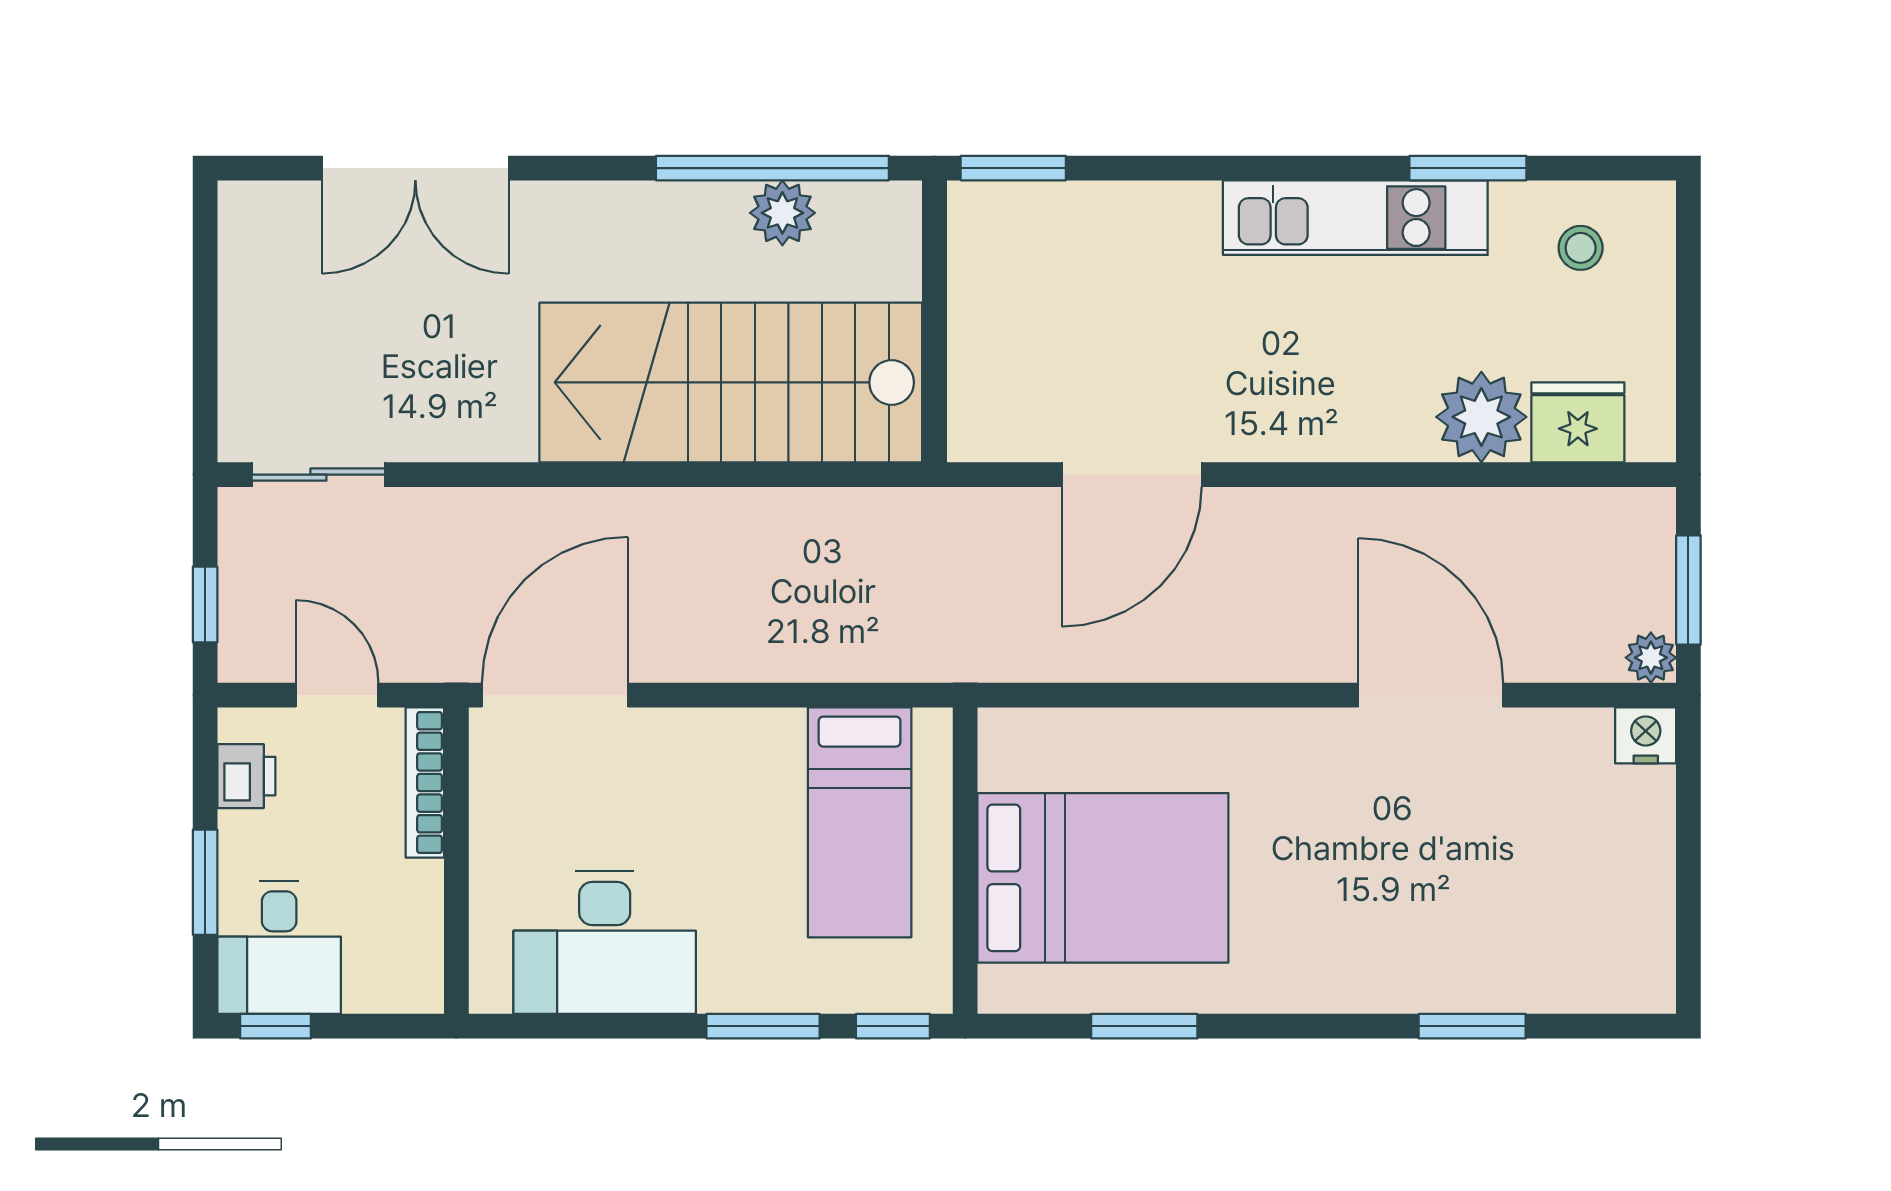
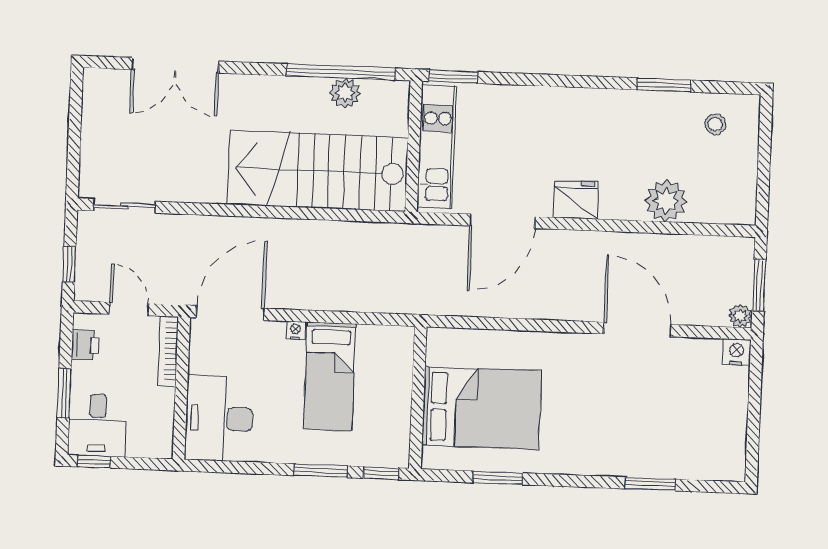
kitchen unit: (1355, 218) -> (437, 147), moved, turned -90
fridge: (1578, 422) -> (576, 200), moved
nightstand: (697, 727) -> (296, 330), added
bed: (860, 822) -> (330, 376), moved
desk: (605, 942) -> (219, 418), moved, turned 90

